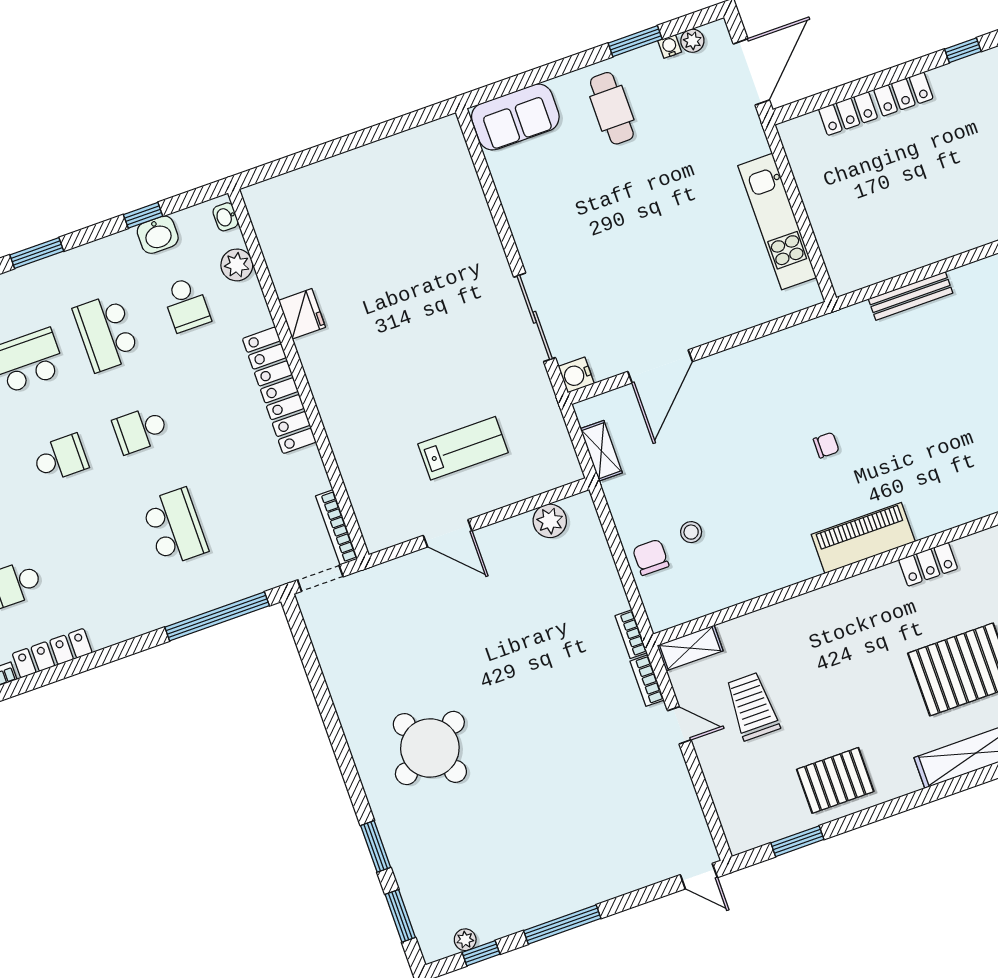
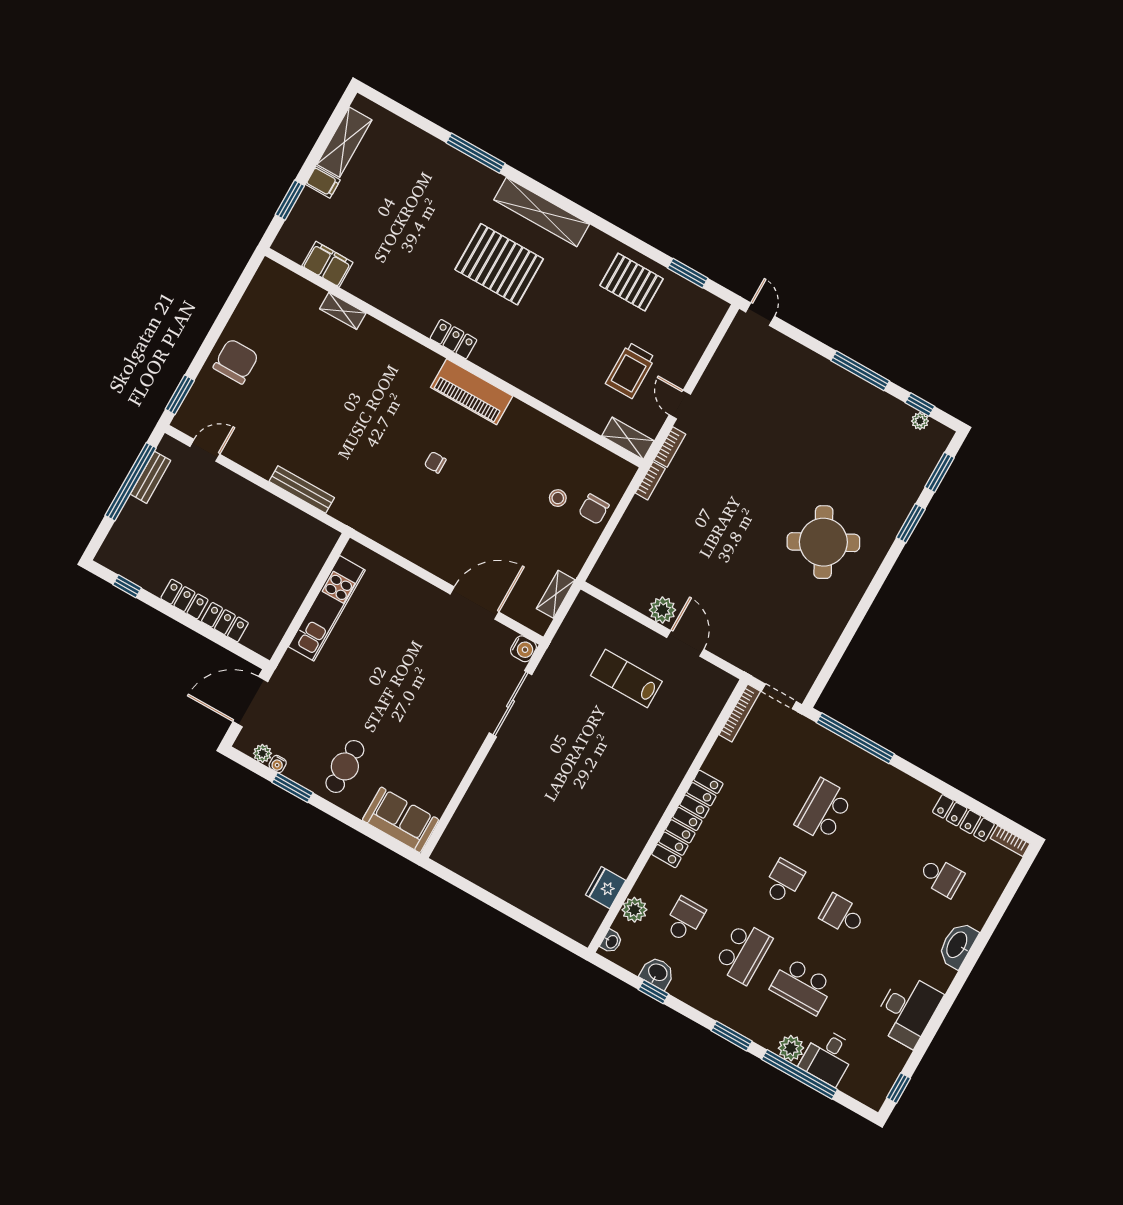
fridge: (302, 314) -> (606, 888), moved
school desk: (140, 430) -> (784, 881), turned -90
plant: (550, 521) -> (662, 610), moved

